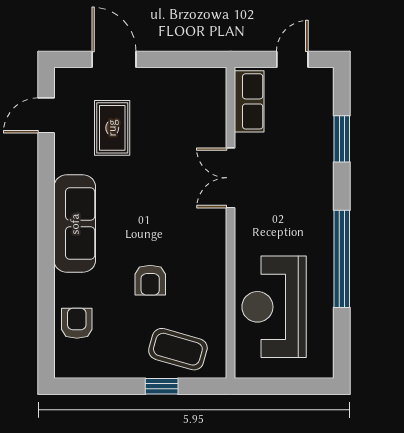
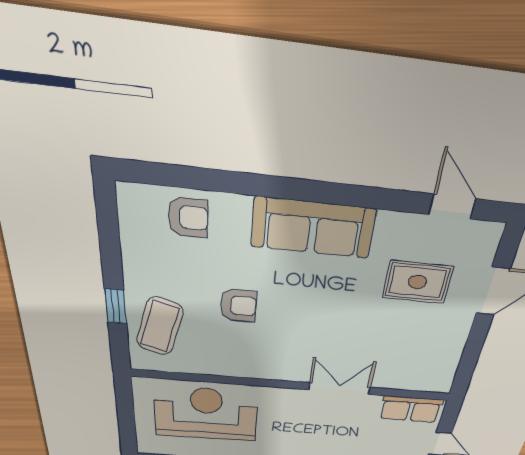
armchair: (150, 280) -> (239, 306), turned 180

